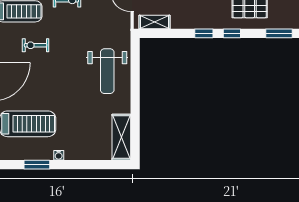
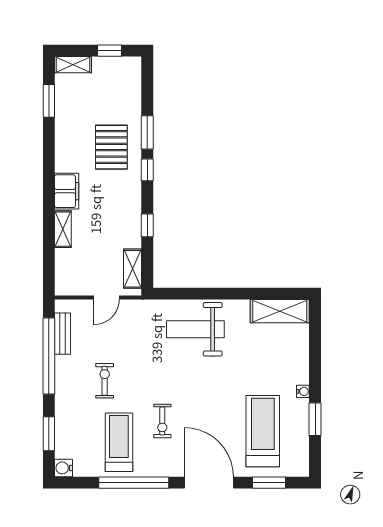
window: (204, 33) -> (147, 225), moved
window: (279, 33) -> (147, 132), moved
weight bench: (107, 71) -> (195, 329), turned 180

